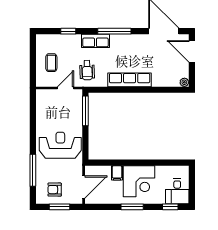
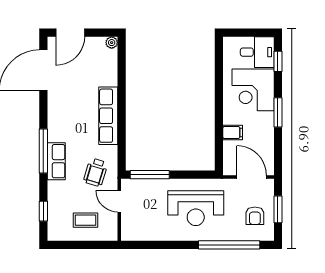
window: (68, 31) -> (43, 211), moved
window: (114, 31) -> (43, 151), moved
wheelchair: (87, 70) -> (96, 172), turned 109
reception desk: (60, 145) -> (196, 208), turned -90
window: (33, 170) -> (229, 245), width x1.46
corner desk: (139, 181) -> (253, 90), moved, turned 180

